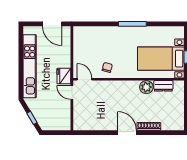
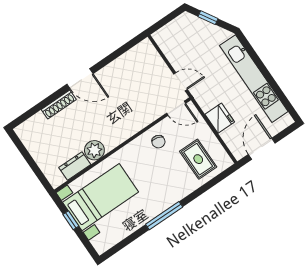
door: (52, 24) -> (262, 149), hinge flipped
rug: (92, 42) -> (198, 159), added
fridge: (64, 76) -> (220, 118), moved

